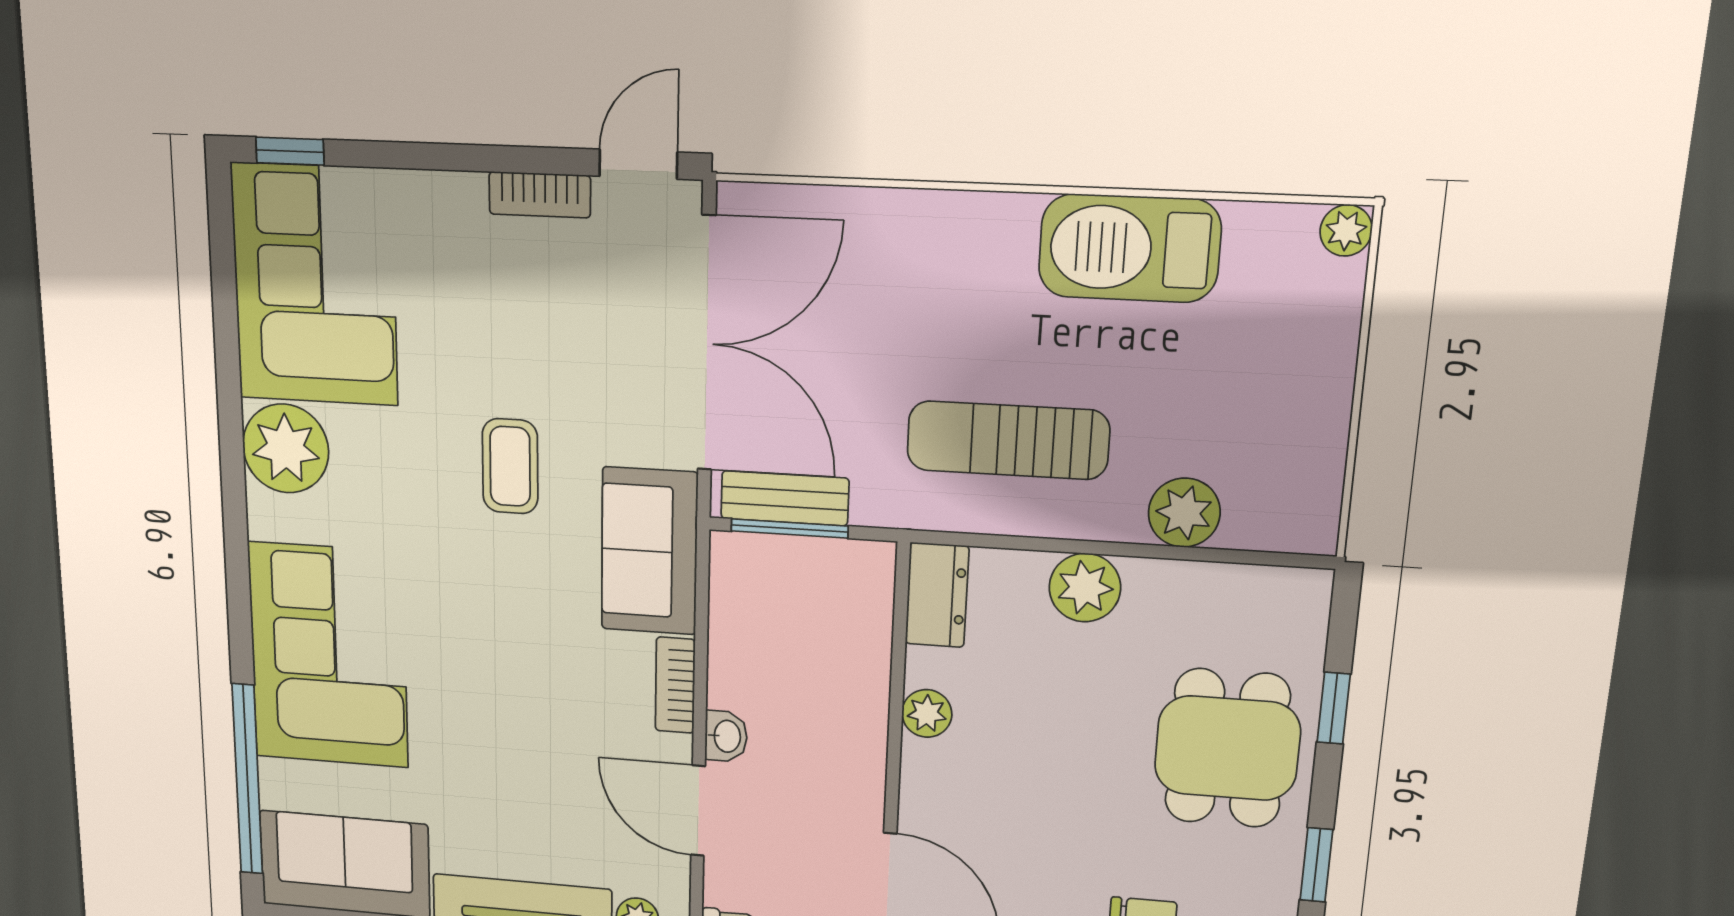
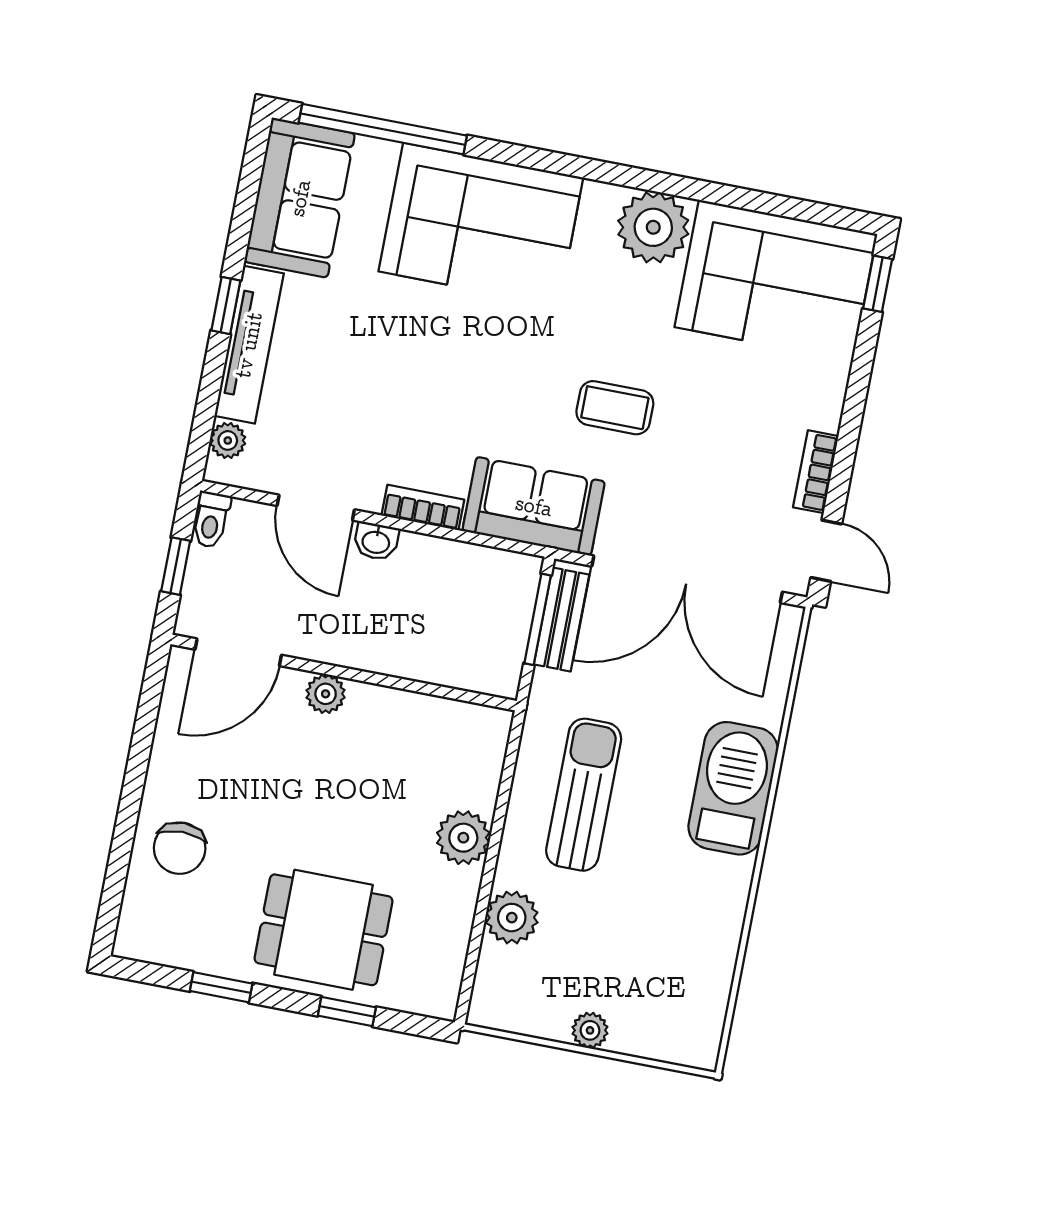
plant: (1346, 230) -> (590, 1030), moved
barbecue: (1129, 248) -> (733, 788), moved
dresser: (937, 595) -> (471, 725), removed
plant: (927, 713) -> (326, 694), moved
door: (698, 811) -> (316, 508), swing flipped

